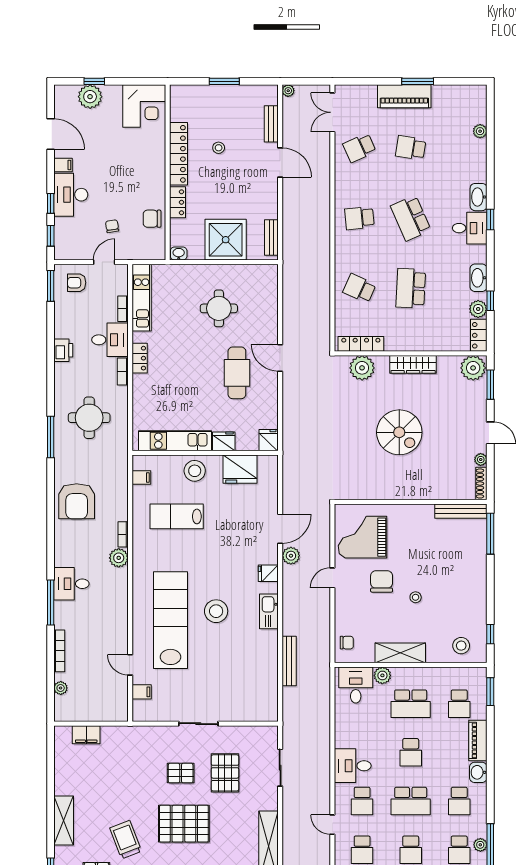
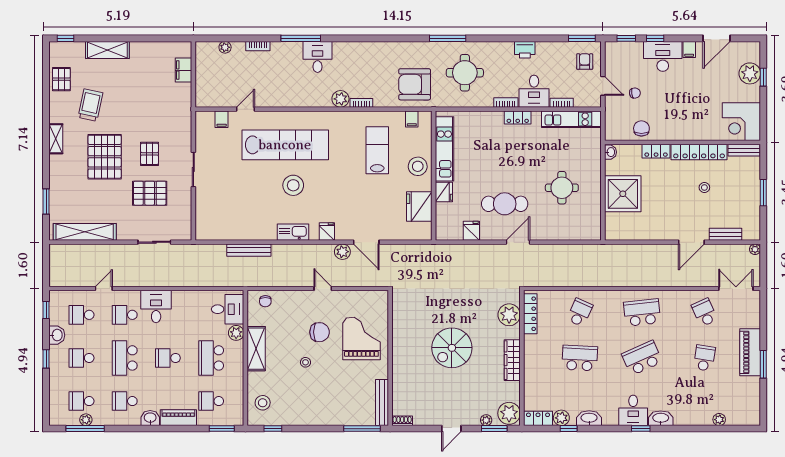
school desk: (359, 218) -> (642, 312), width x1.85
bench: (271, 238) -> (744, 150), moved
fridge: (268, 440) -> (471, 231), moved, turned -90
plant: (481, 460) -> (486, 420), moved
shoe rack: (481, 483) -> (402, 421), width x0.70
armchair: (77, 501) -> (415, 84), moved
grand piano: (362, 537) -> (361, 338), moved
bookcase: (59, 651) -> (258, 46), width x0.64
trolley: (126, 840) -> (90, 105), turned -57

